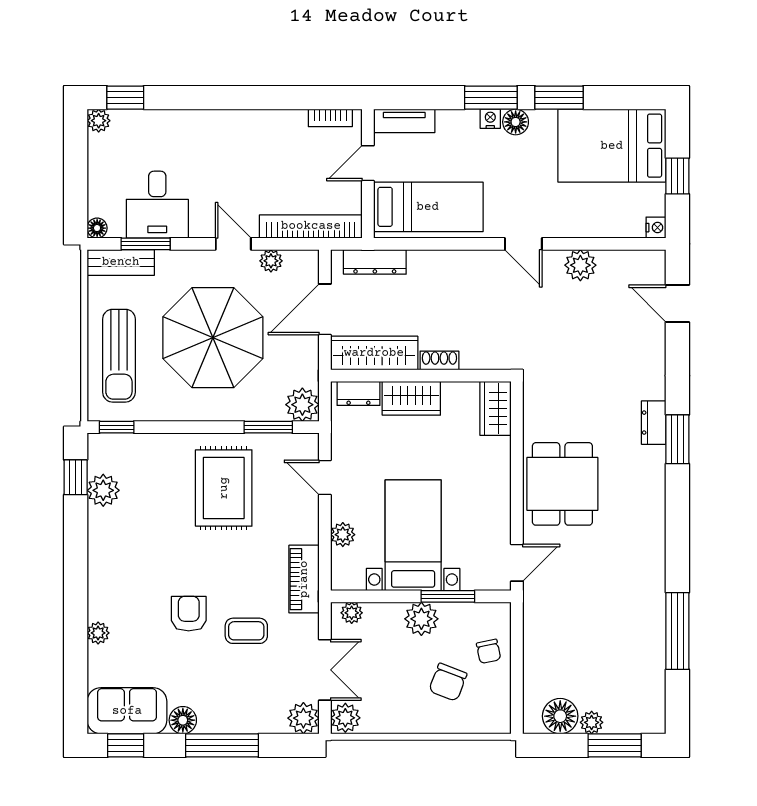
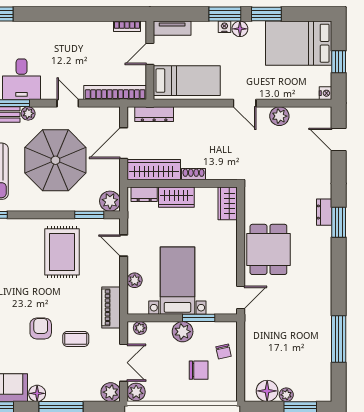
plant: (271, 261) -> (28, 113), moved
chair: (448, 682) -> (199, 370), turned -111

